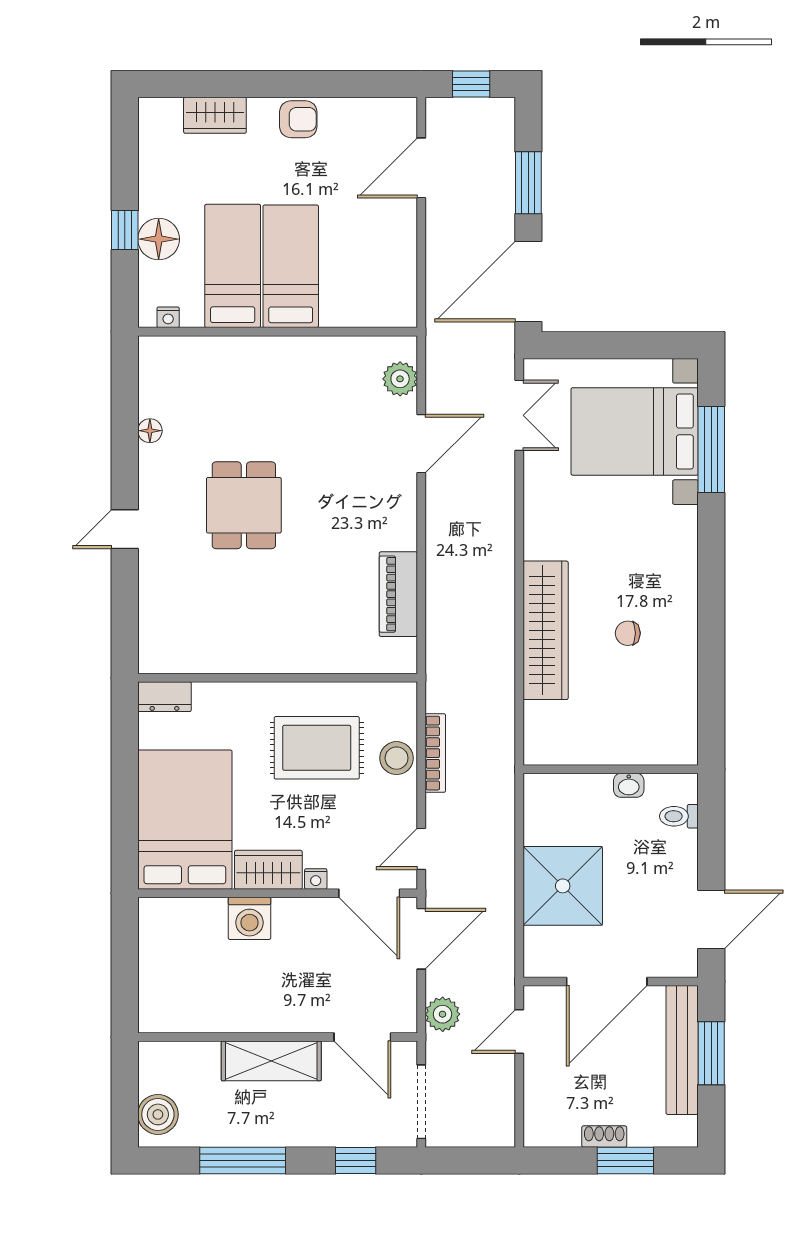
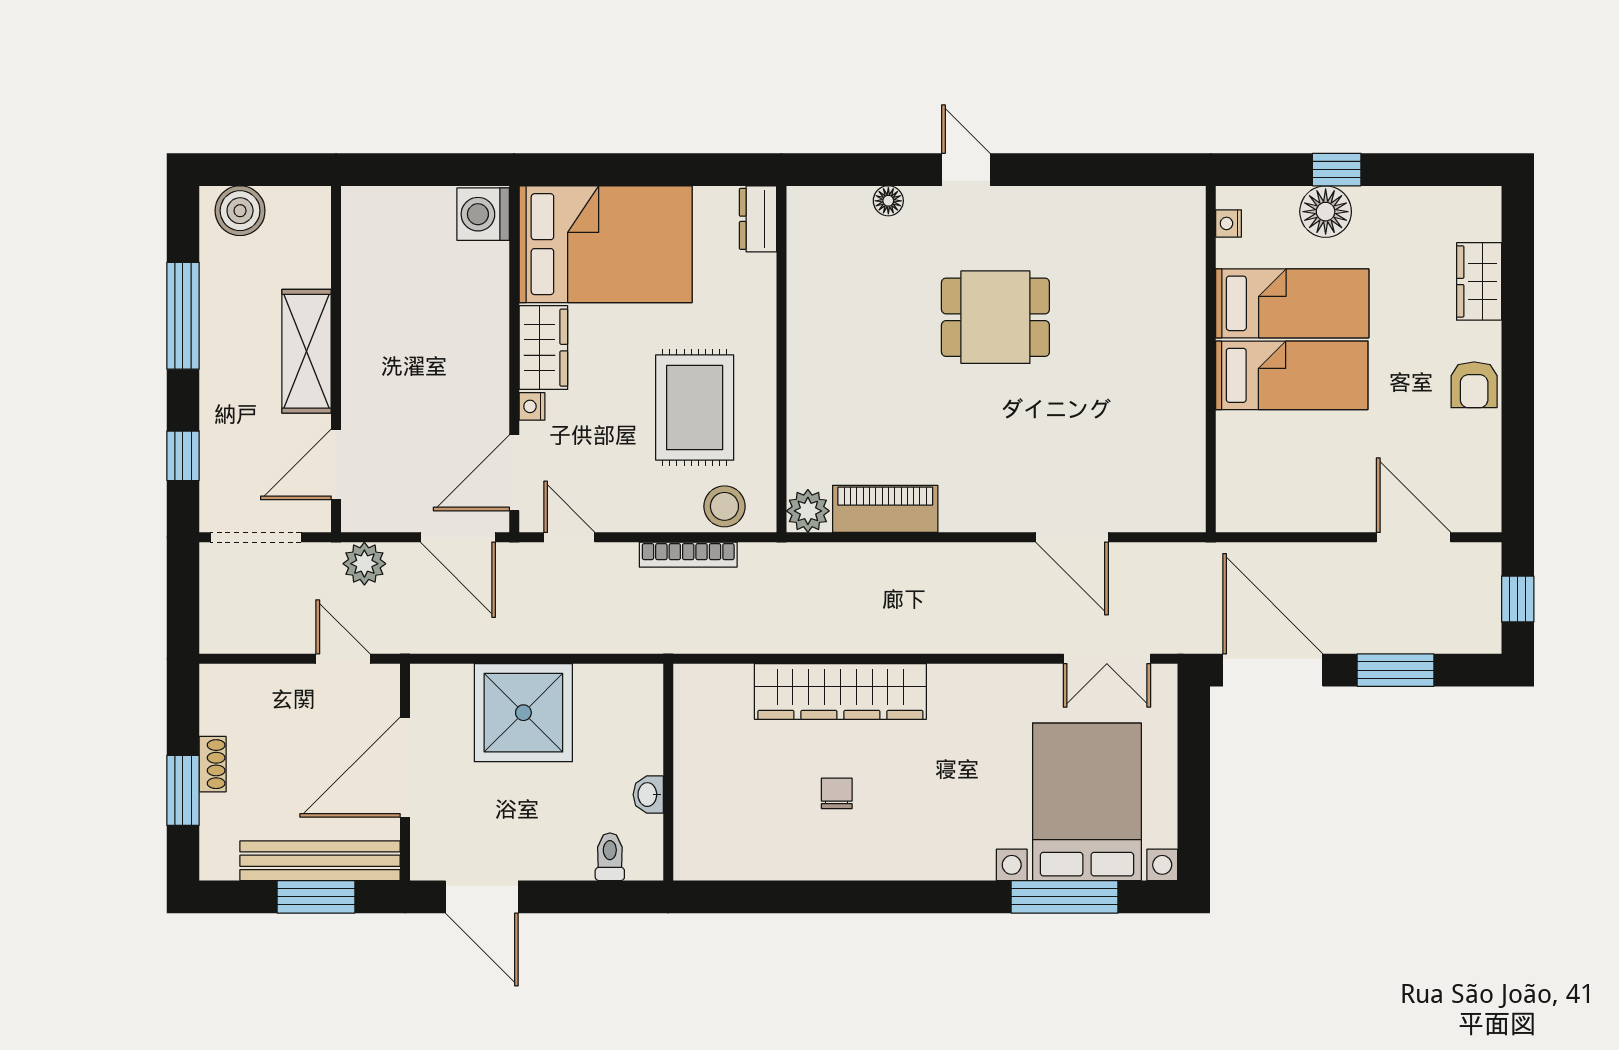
plant: (400, 379) -> (808, 511), moved
floor lamp: (150, 431) -> (888, 201), moved
stool: (397, 758) -> (724, 506), moved
washing machine: (250, 918) -> (483, 214), moved
door: (607, 981) -> (405, 767), hinge flipped

